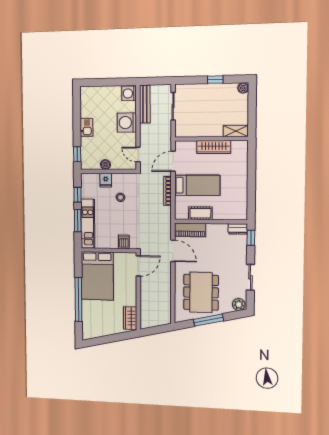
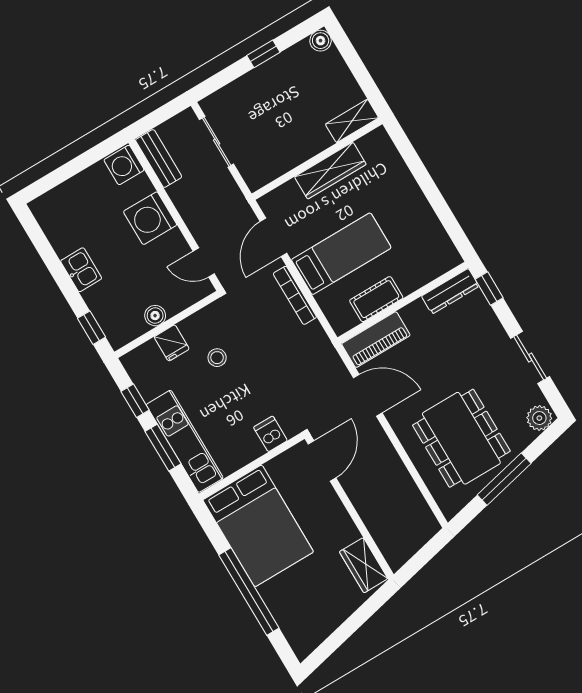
bench: (145, 104) -> (159, 158), width x0.73
dresser: (238, 229) -> (450, 291), width x1.44

